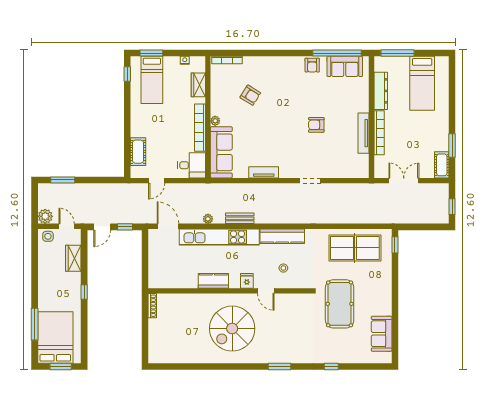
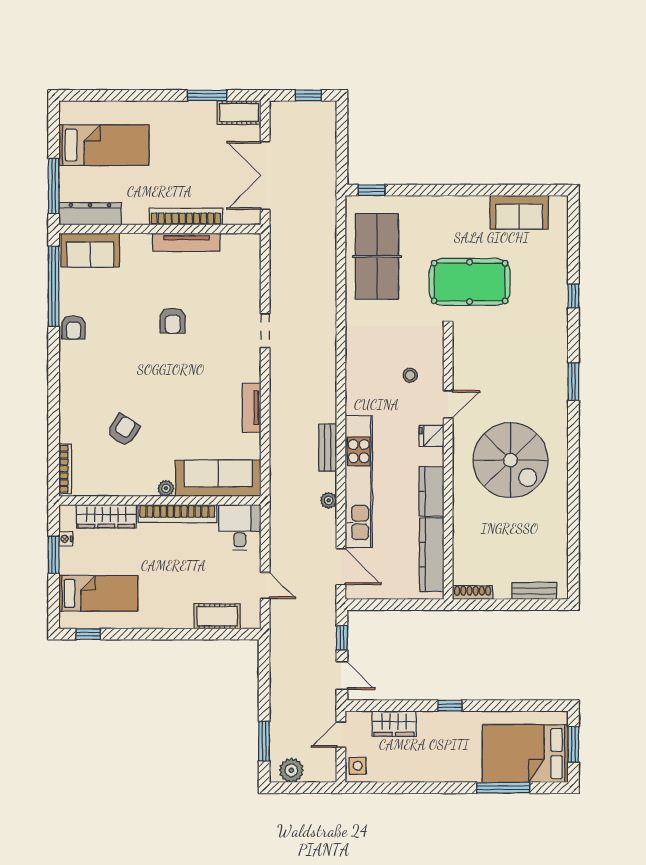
window: (151, 53) -> (54, 555), moved
armchair: (312, 65) -> (74, 327), turned 90
sofa: (345, 66) -> (90, 250), moved, turned 90
wardrobe: (198, 85) -> (106, 516), width x1.50
dresser: (381, 91) -> (90, 214), moved
double door: (404, 181) -> (265, 175), width x1.37
plant: (45, 216) -> (291, 770), moved
door: (168, 226) -> (341, 567), swing flipped
kitchen counter: (282, 236) -> (432, 555), moved, turned 180
bench: (153, 343) -> (534, 591), added

